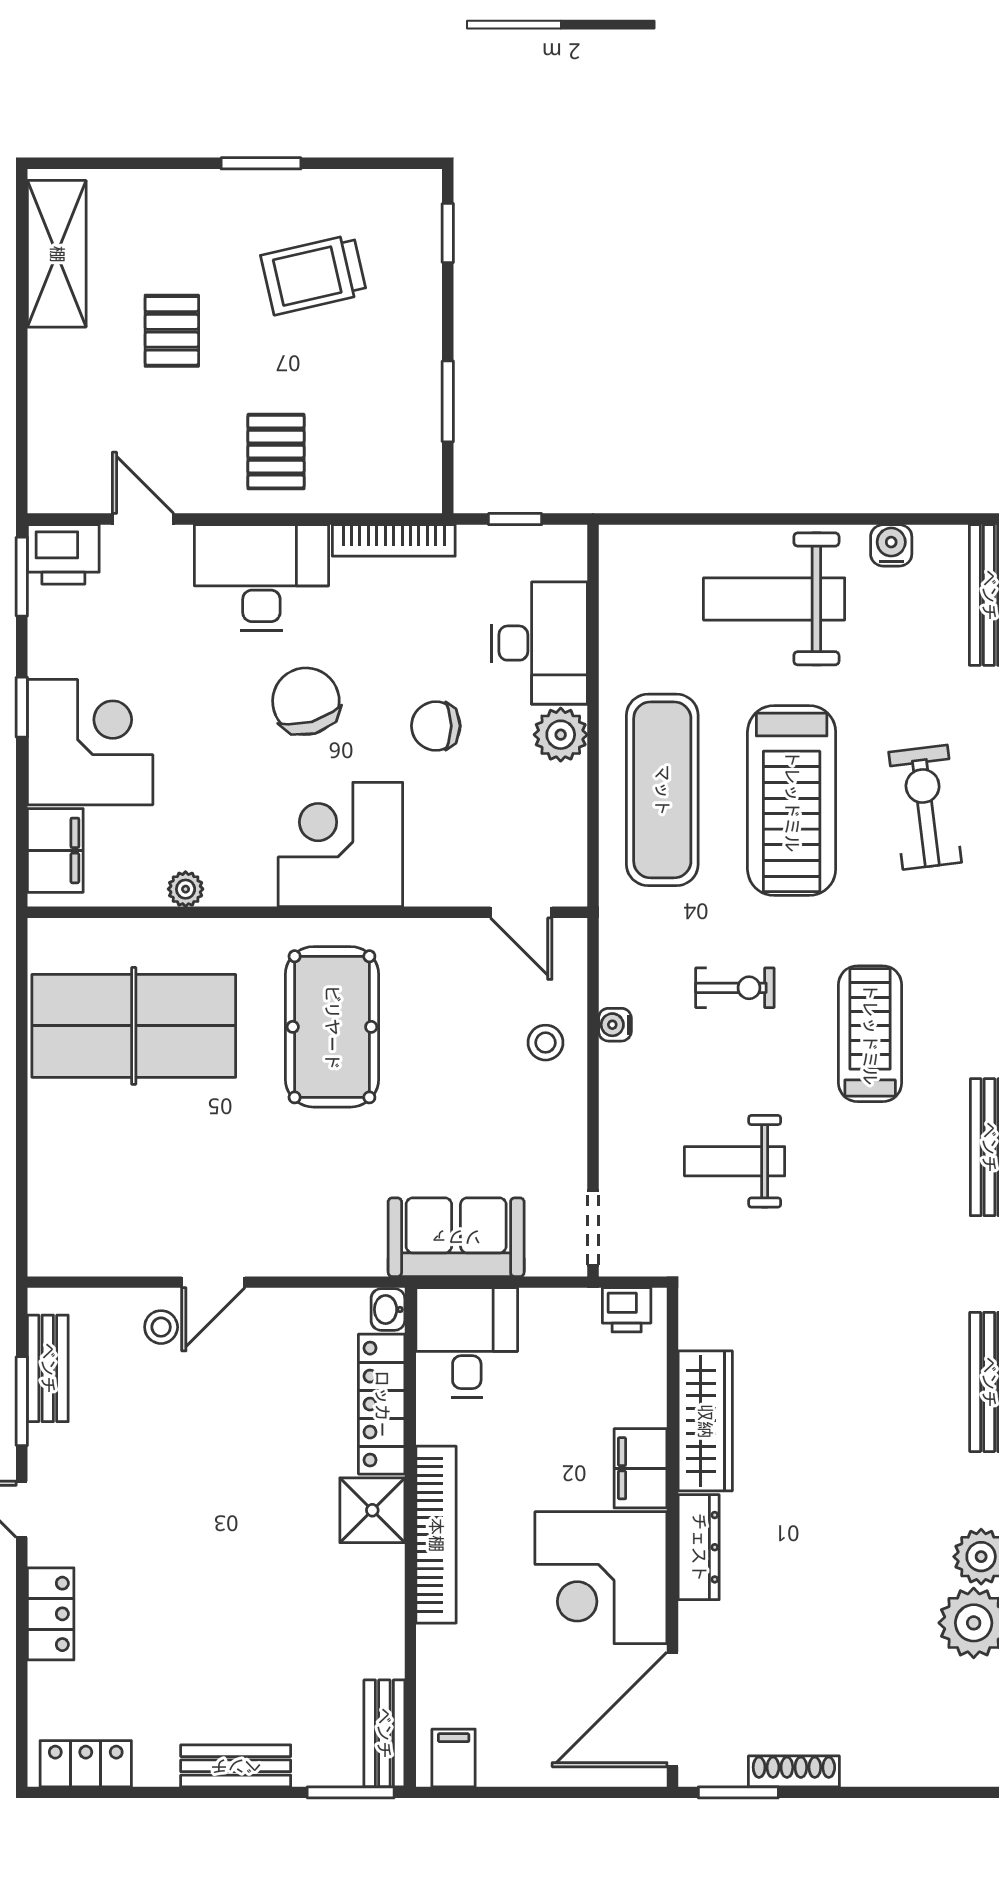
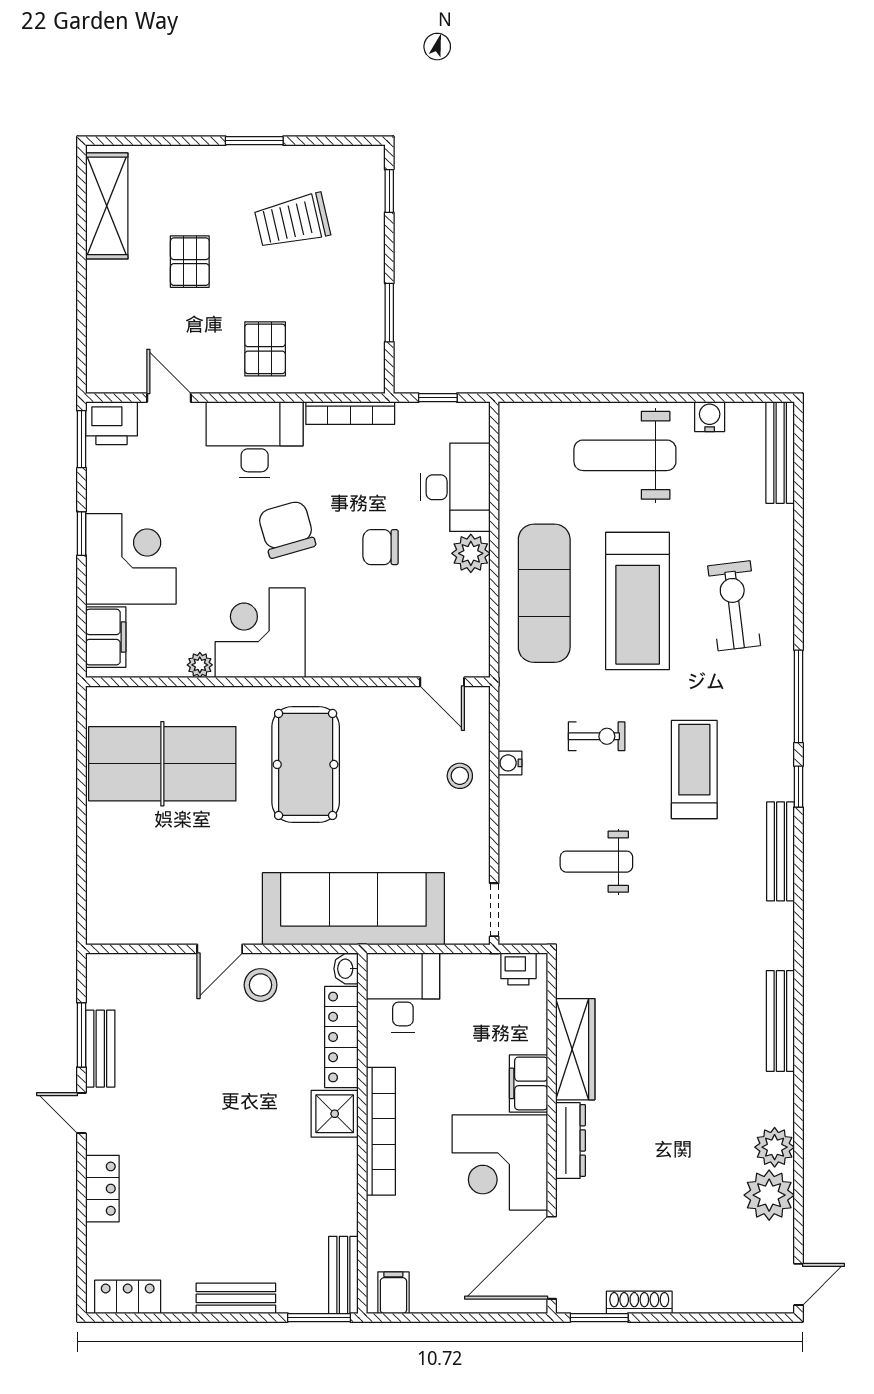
corner desk: (340, 844) -> (260, 633), moved
sofa: (456, 1237) -> (353, 909), width x1.85, depth x1.27
stool: (161, 1327) -> (261, 985), moved, width x1.37, depth x1.37
bench: (48, 1368) -> (100, 1049), moved

